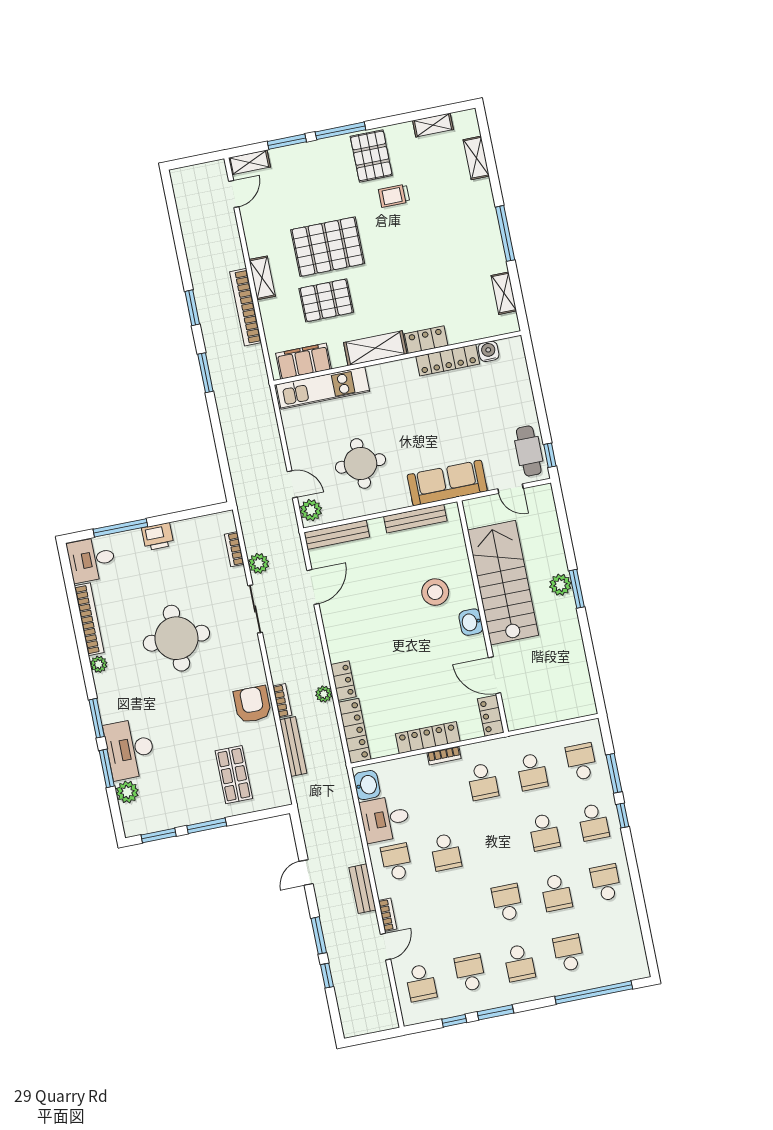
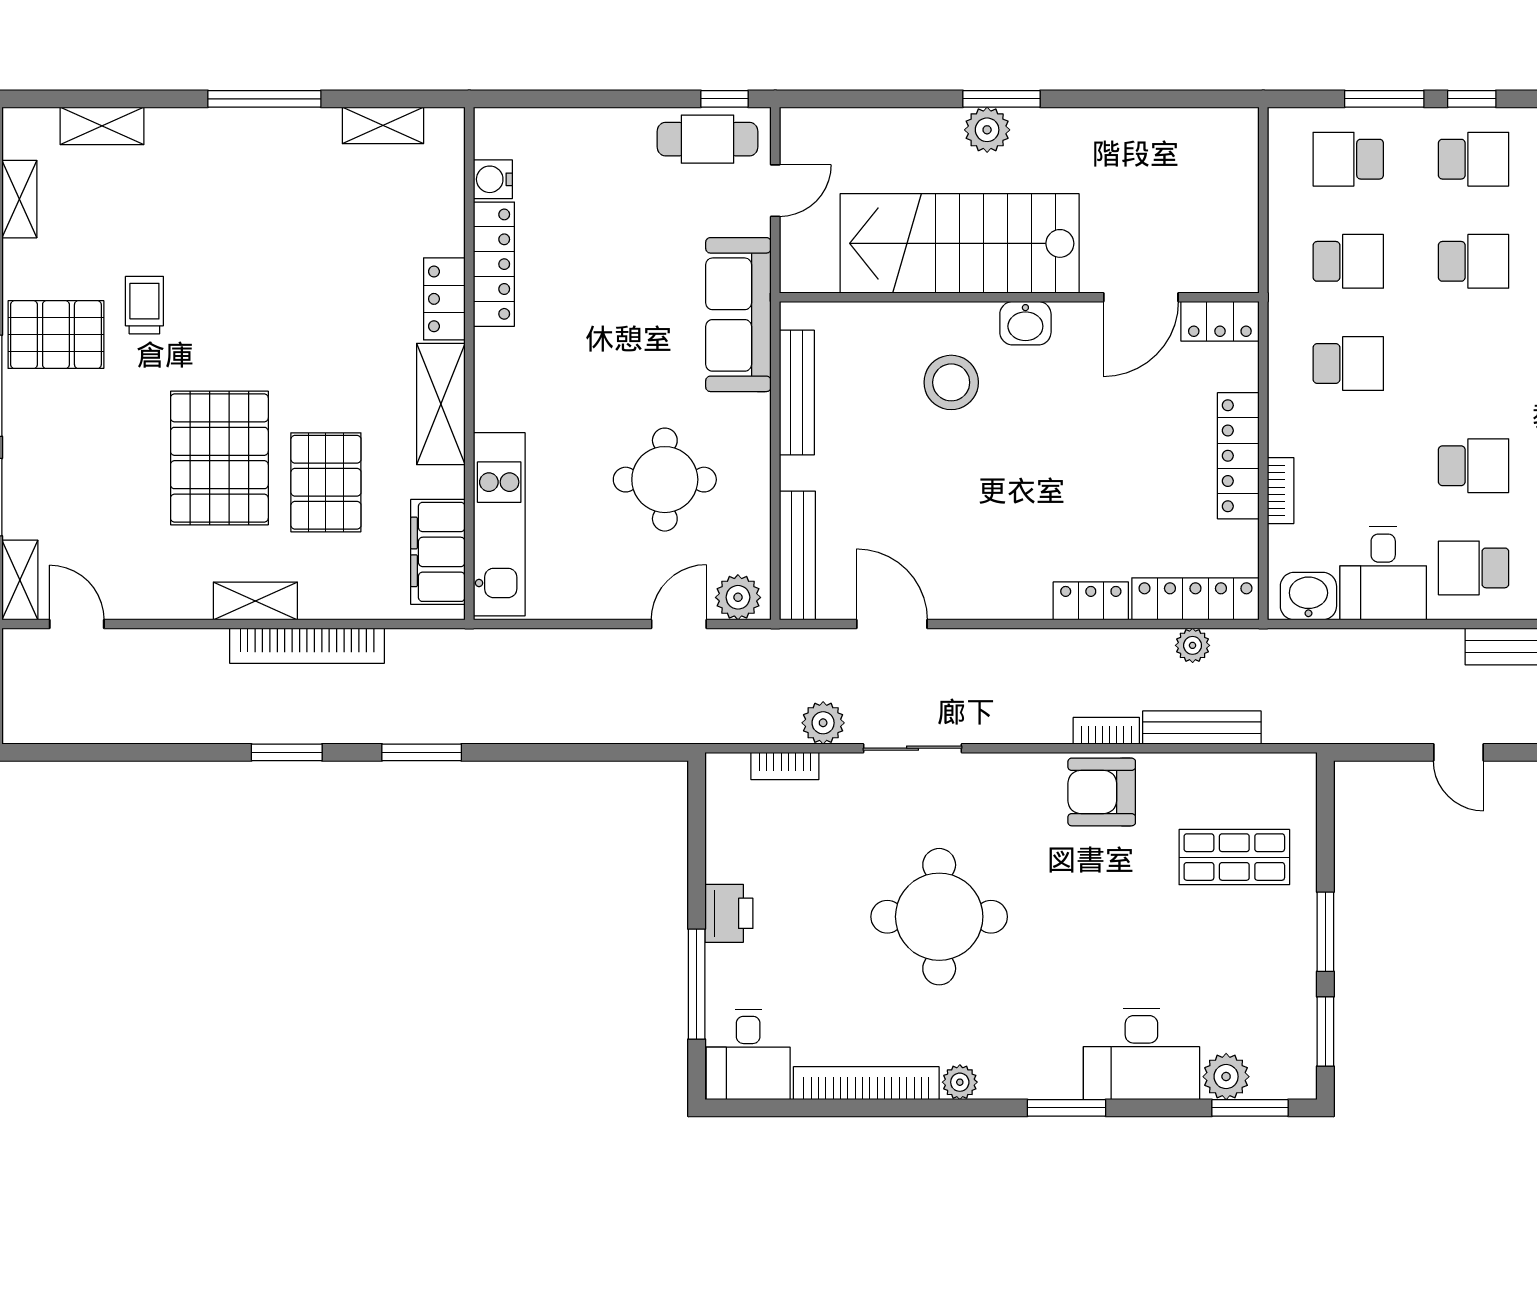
trolley: (394, 196) -> (144, 305), turned 180
plant: (324, 694) -> (1193, 645), moved
bookcase: (444, 756) -> (1281, 491), moved
window: (107, 768) -> (1250, 1108), moved

